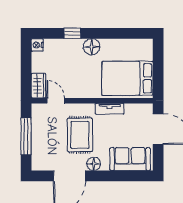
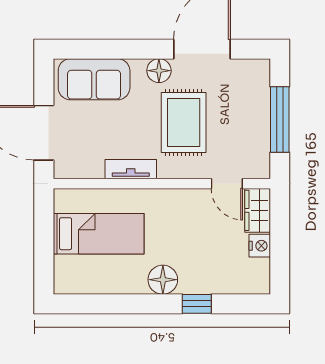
nightstand: (37, 45) -> (260, 246), moved
bed: (127, 78) -> (99, 234), width x0.67

